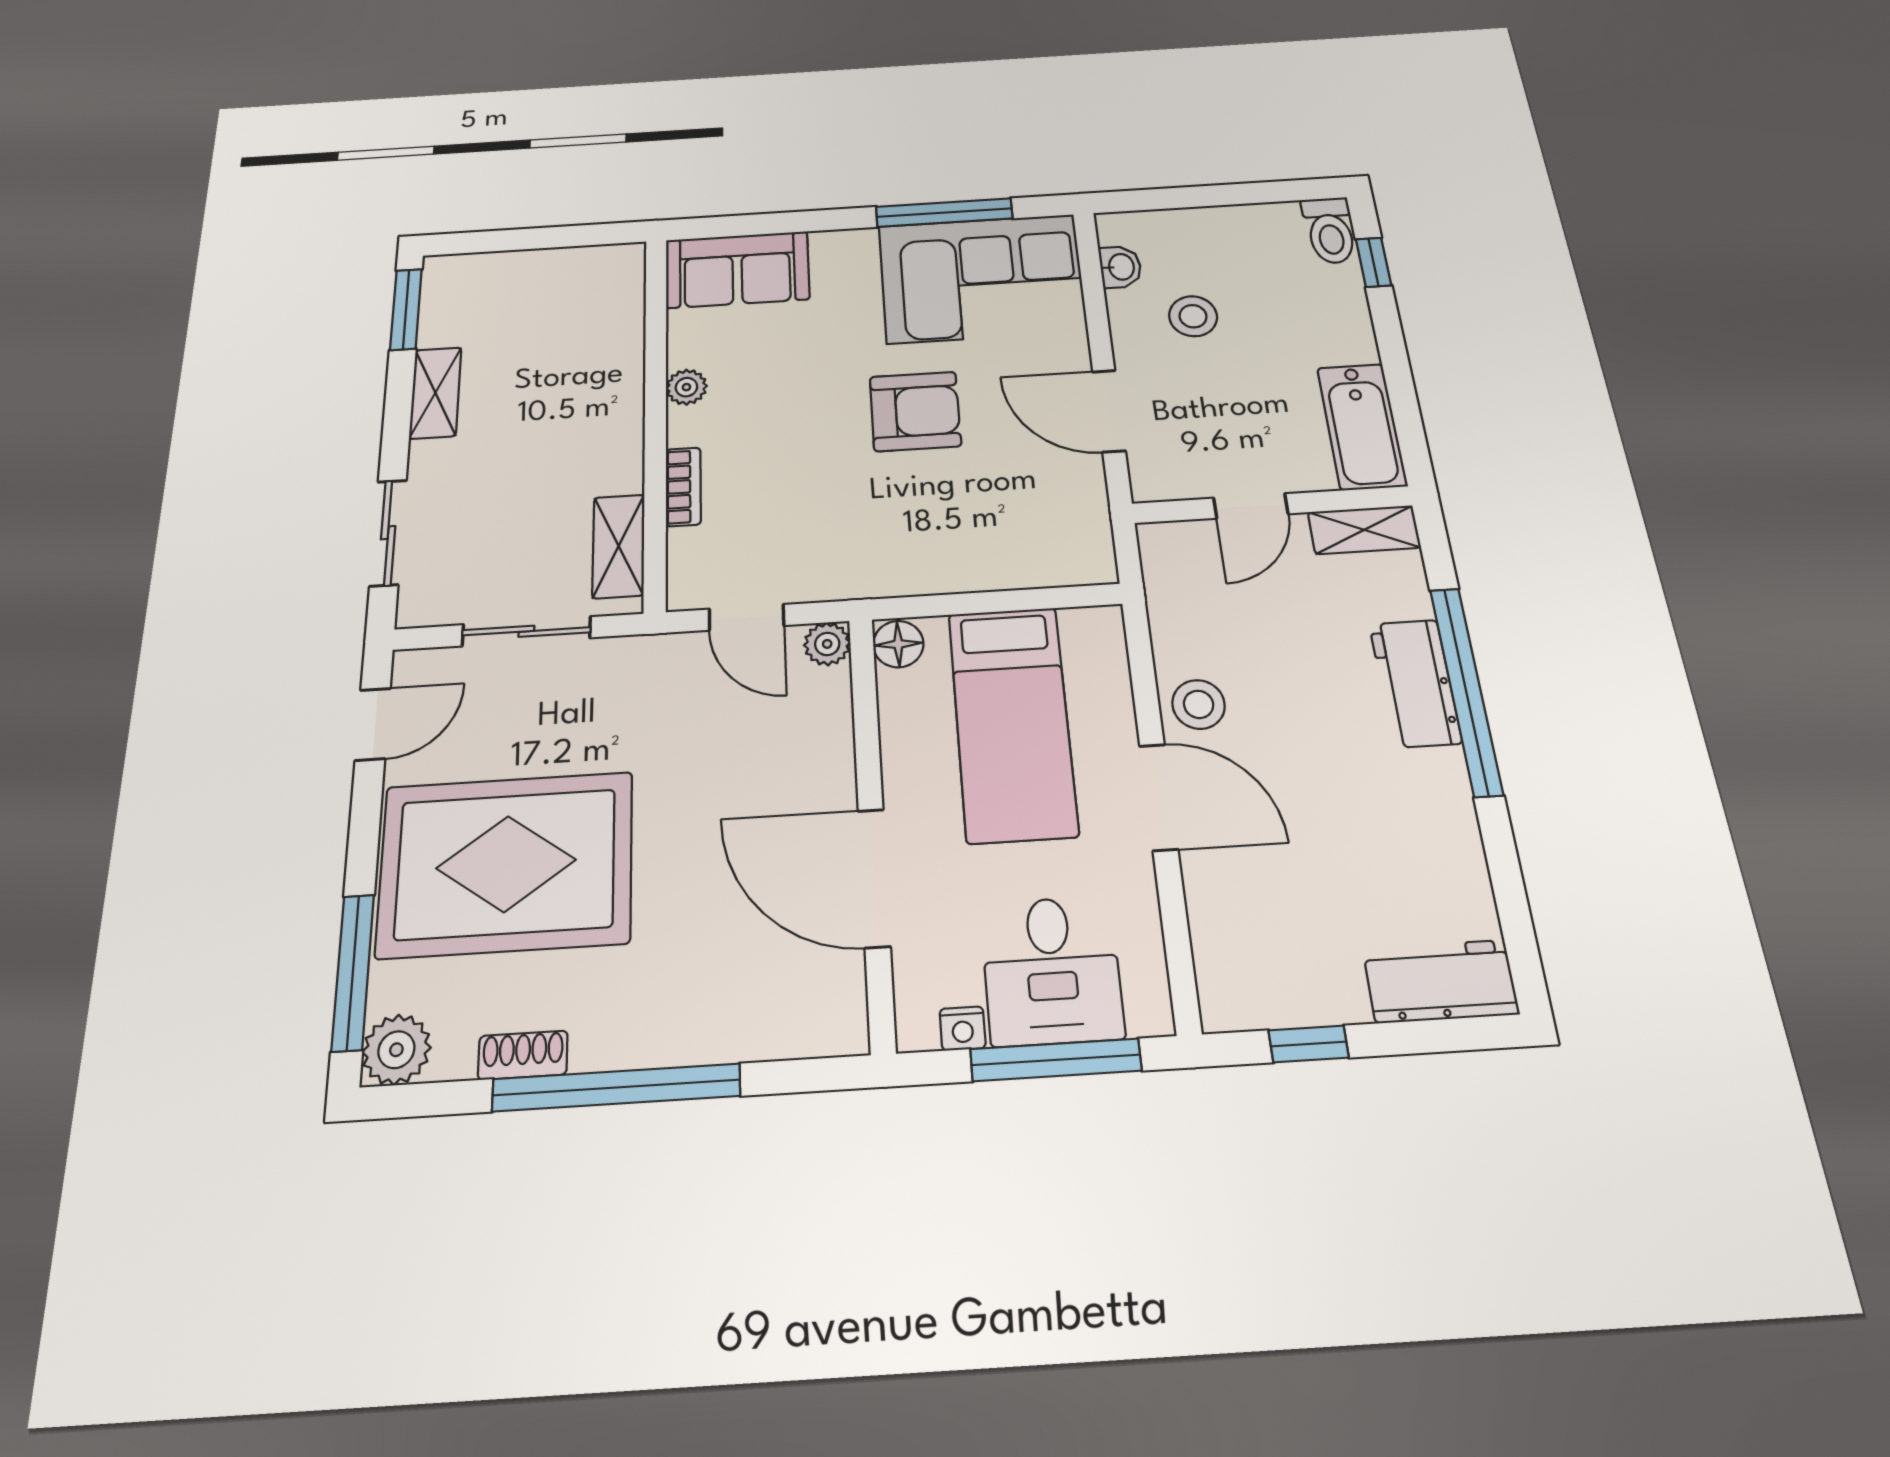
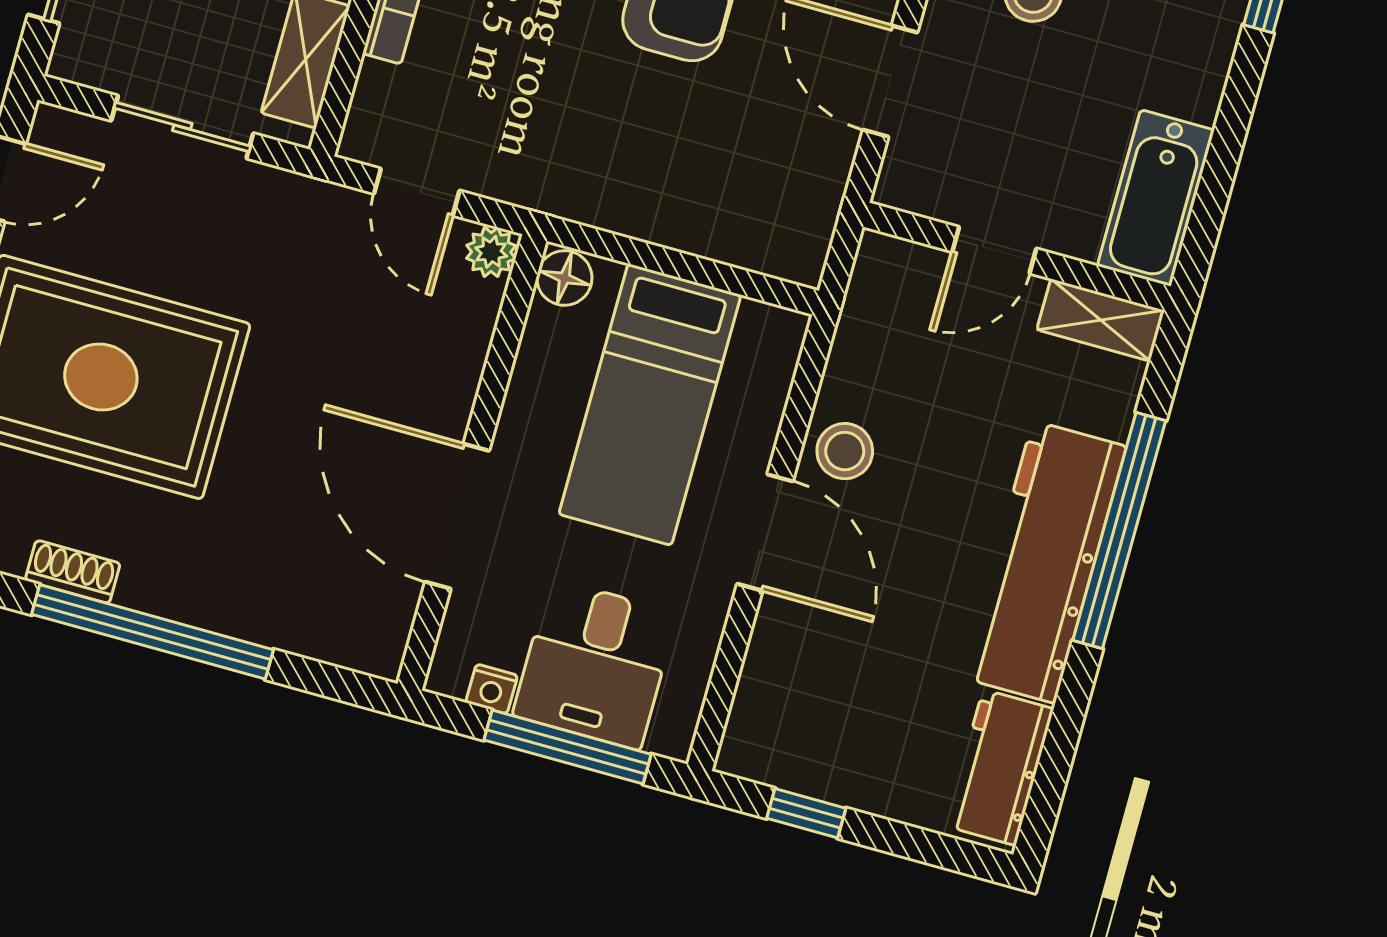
workbench: (1415, 683) -> (1044, 562), width x1.88, depth x1.32
workbench: (1441, 981) -> (999, 767), moved, turned -90

